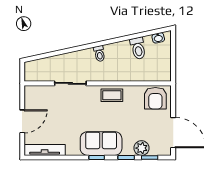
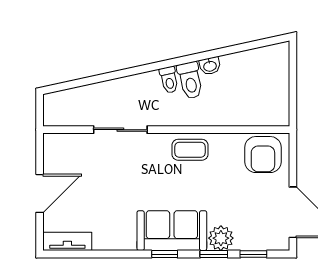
washbasin: (158, 38) -> (210, 66), moved
toilet: (138, 48) -> (190, 80), moved
plant: (141, 148) -> (221, 238), moved
tv unit: (45, 150) -> (67, 241), width x0.71

